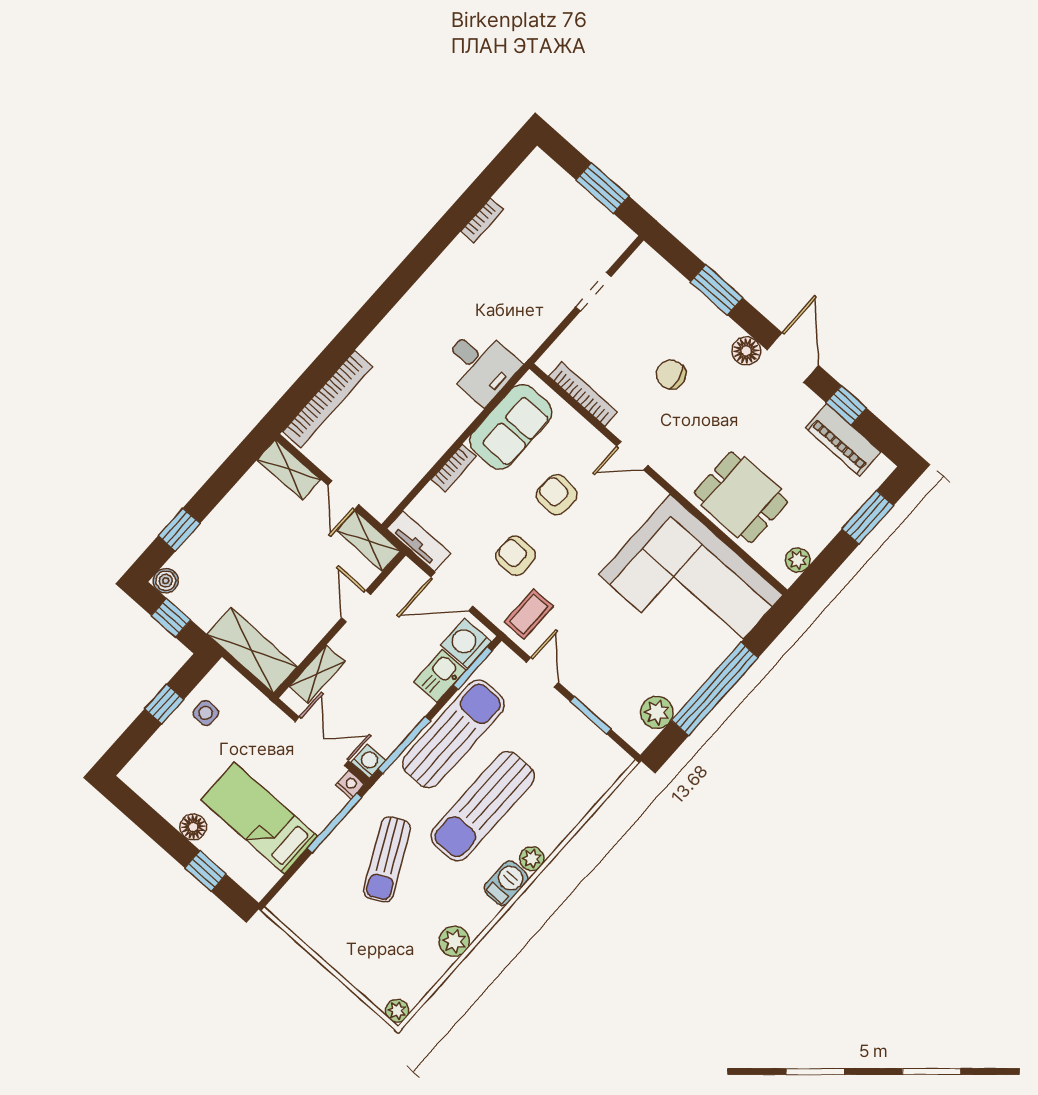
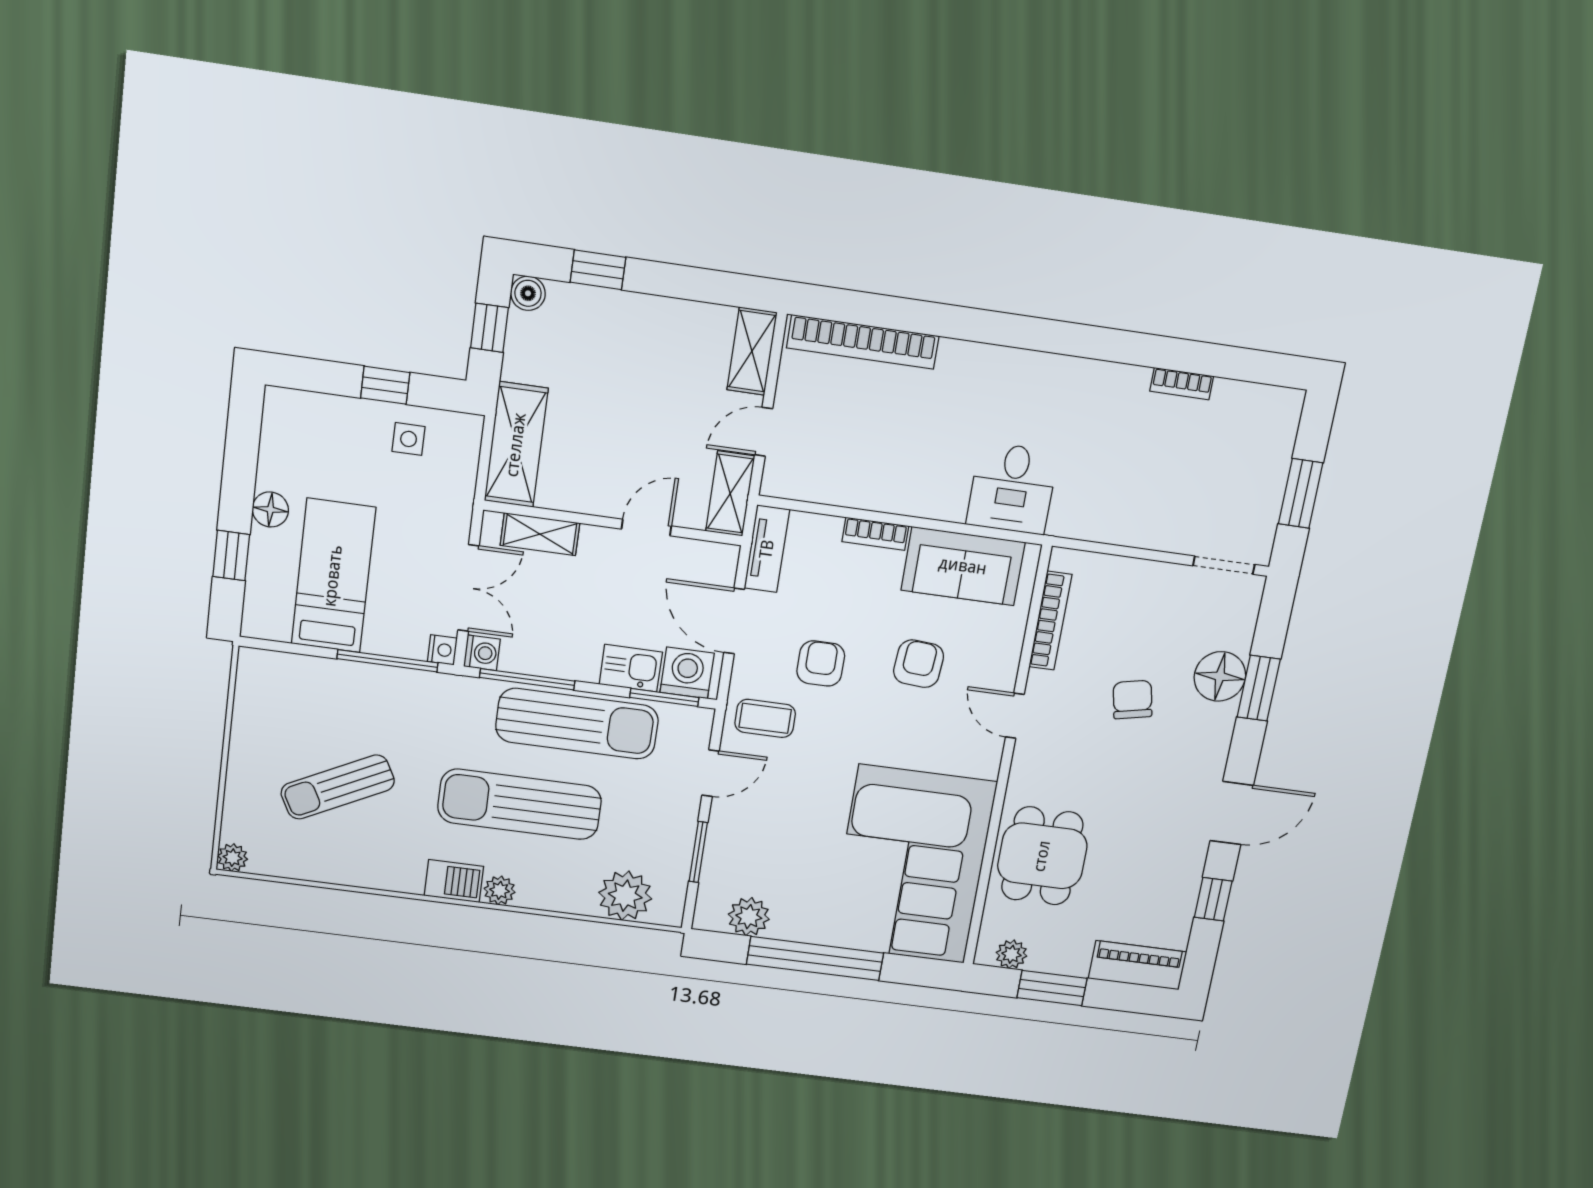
doorway: (593, 292) -> (1224, 565), moved
floor lamp: (746, 351) -> (1220, 676), moved, width x1.38, depth x1.38
piano: (843, 440) -> (1137, 965), moved, turned 90
window: (868, 517) -> (1052, 988), moved
sun lounger: (387, 859) -> (338, 787), moved
plant: (454, 941) -> (625, 896), moved, width x1.36, depth x1.36

